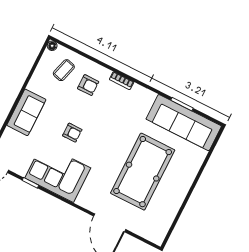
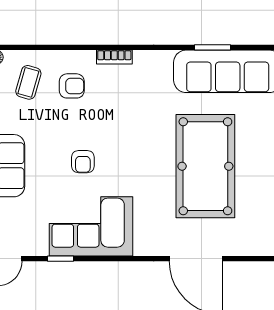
armchair: (72, 133) -> (83, 162), turned 90

